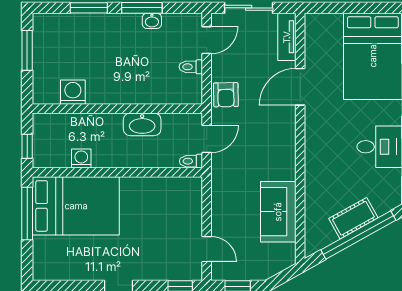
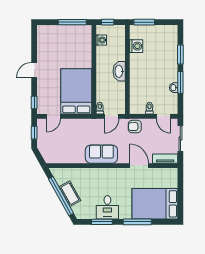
window: (27, 50) -> (144, 22), moved
washbasin: (142, 124) -> (119, 71), moved
door: (207, 139) -> (112, 116), hinge flipped
washing machine: (81, 159) -> (101, 40), moved
bed: (76, 206) -> (76, 91), moved, turned 180
sofa: (278, 212) -> (101, 154), moved

